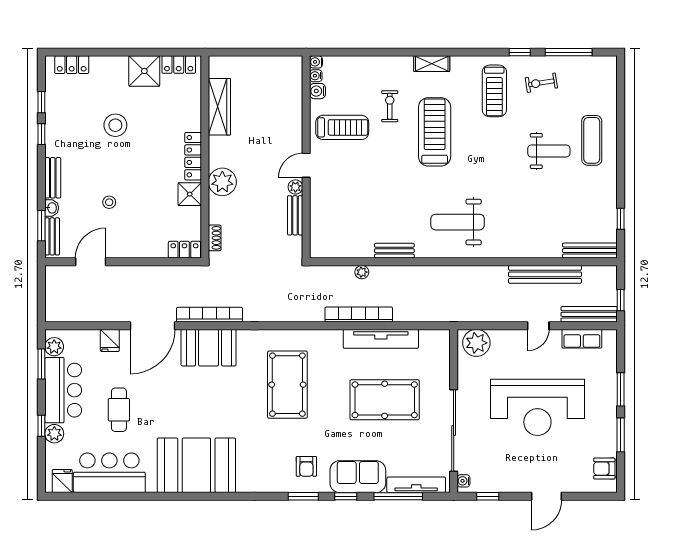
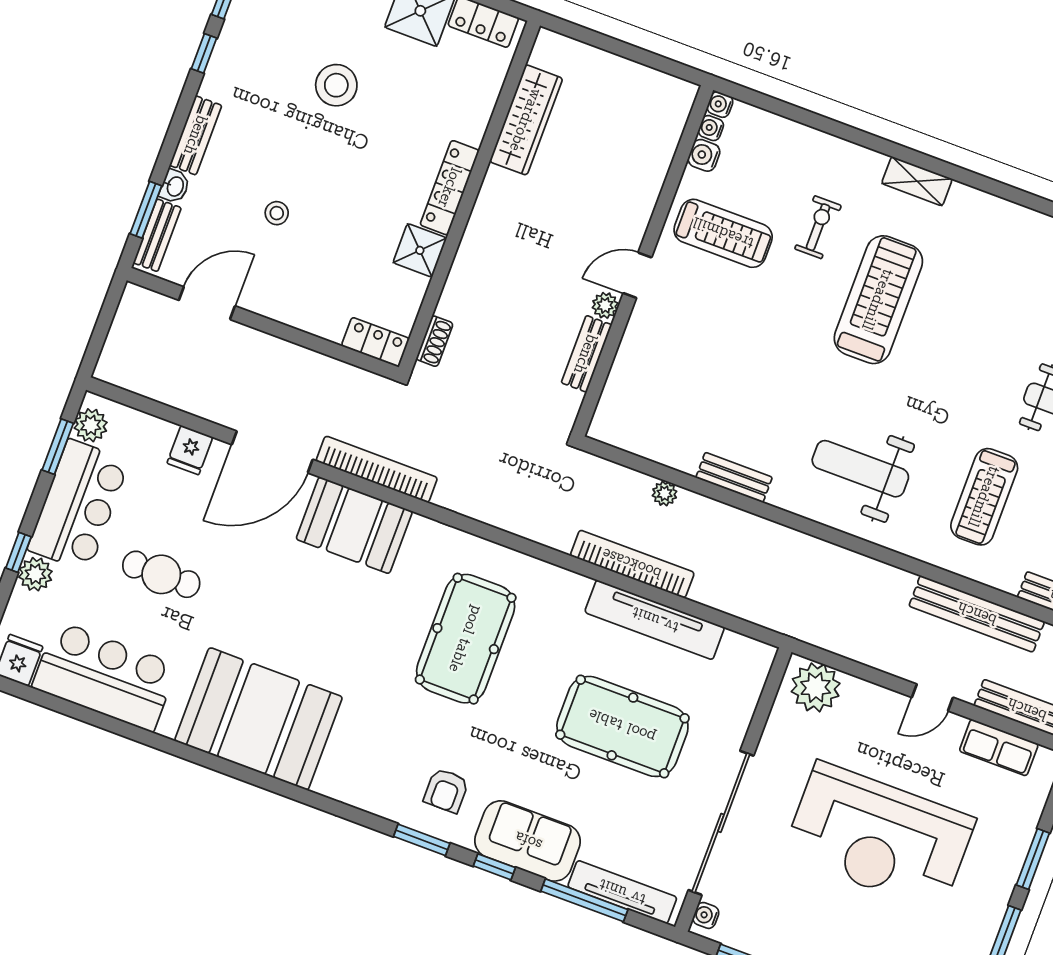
treadmill: (494, 91) -> (984, 497), moved
plant: (222, 182) -> (483, 250), removed
cafe table: (119, 410) -> (161, 574), turned 90

